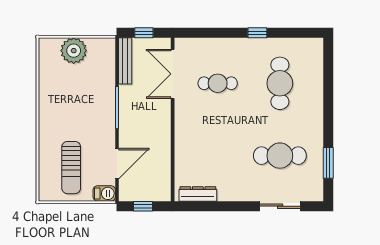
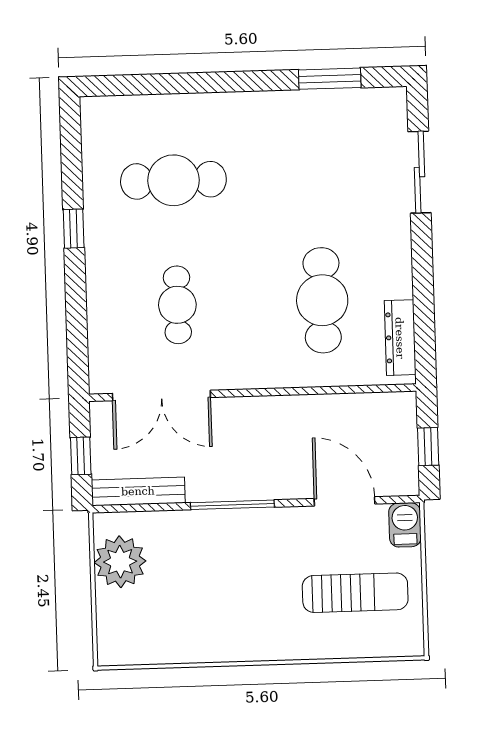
plant: (74, 51) -> (120, 562), moved
cafe table: (280, 156) -> (322, 300), moved

